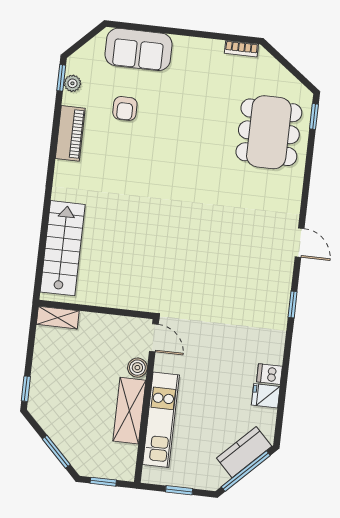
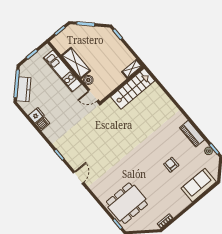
armchair: (125, 108) -> (171, 165), moved
dining table: (269, 132) -> (127, 203), turned 90
door: (300, 243) -> (78, 178), swing flipped
stairs: (63, 248) -> (133, 89), moved, turned -90

